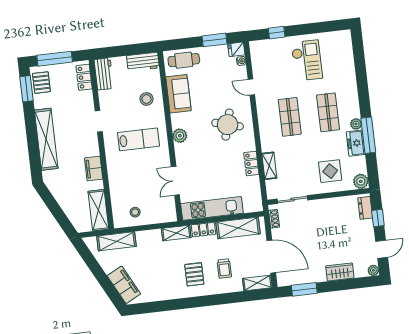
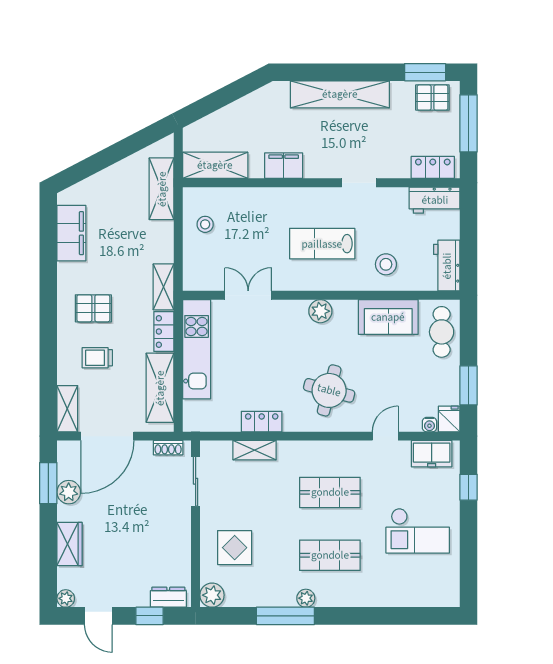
lab bench: (138, 139) -> (322, 244), turned 90
freezer: (356, 143) -> (432, 454), moved, turned 180
plant: (308, 276) -> (69, 492), added
filing cabinet: (124, 285) -> (71, 233), moved, turned -63

